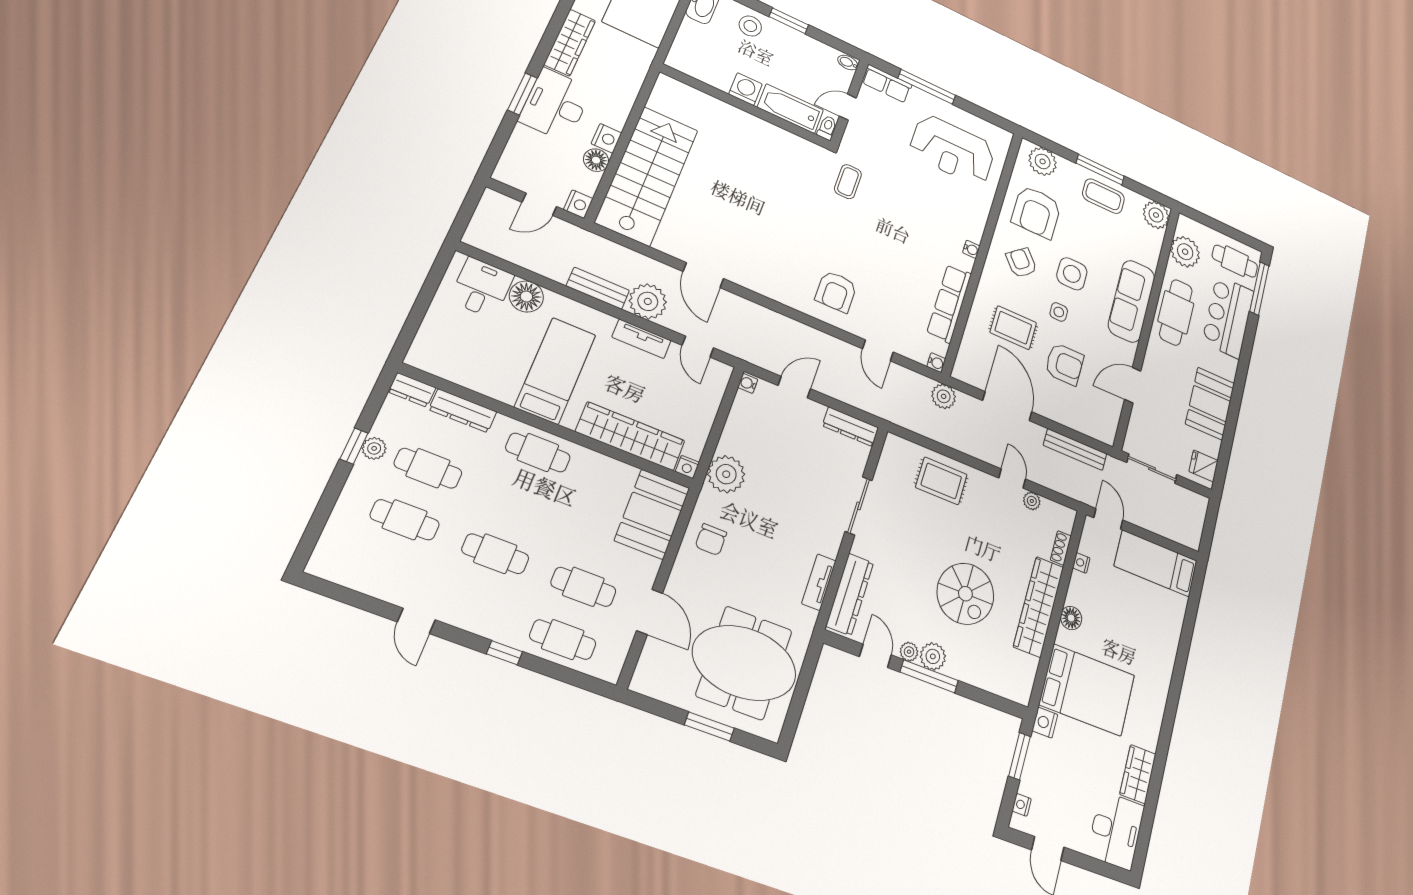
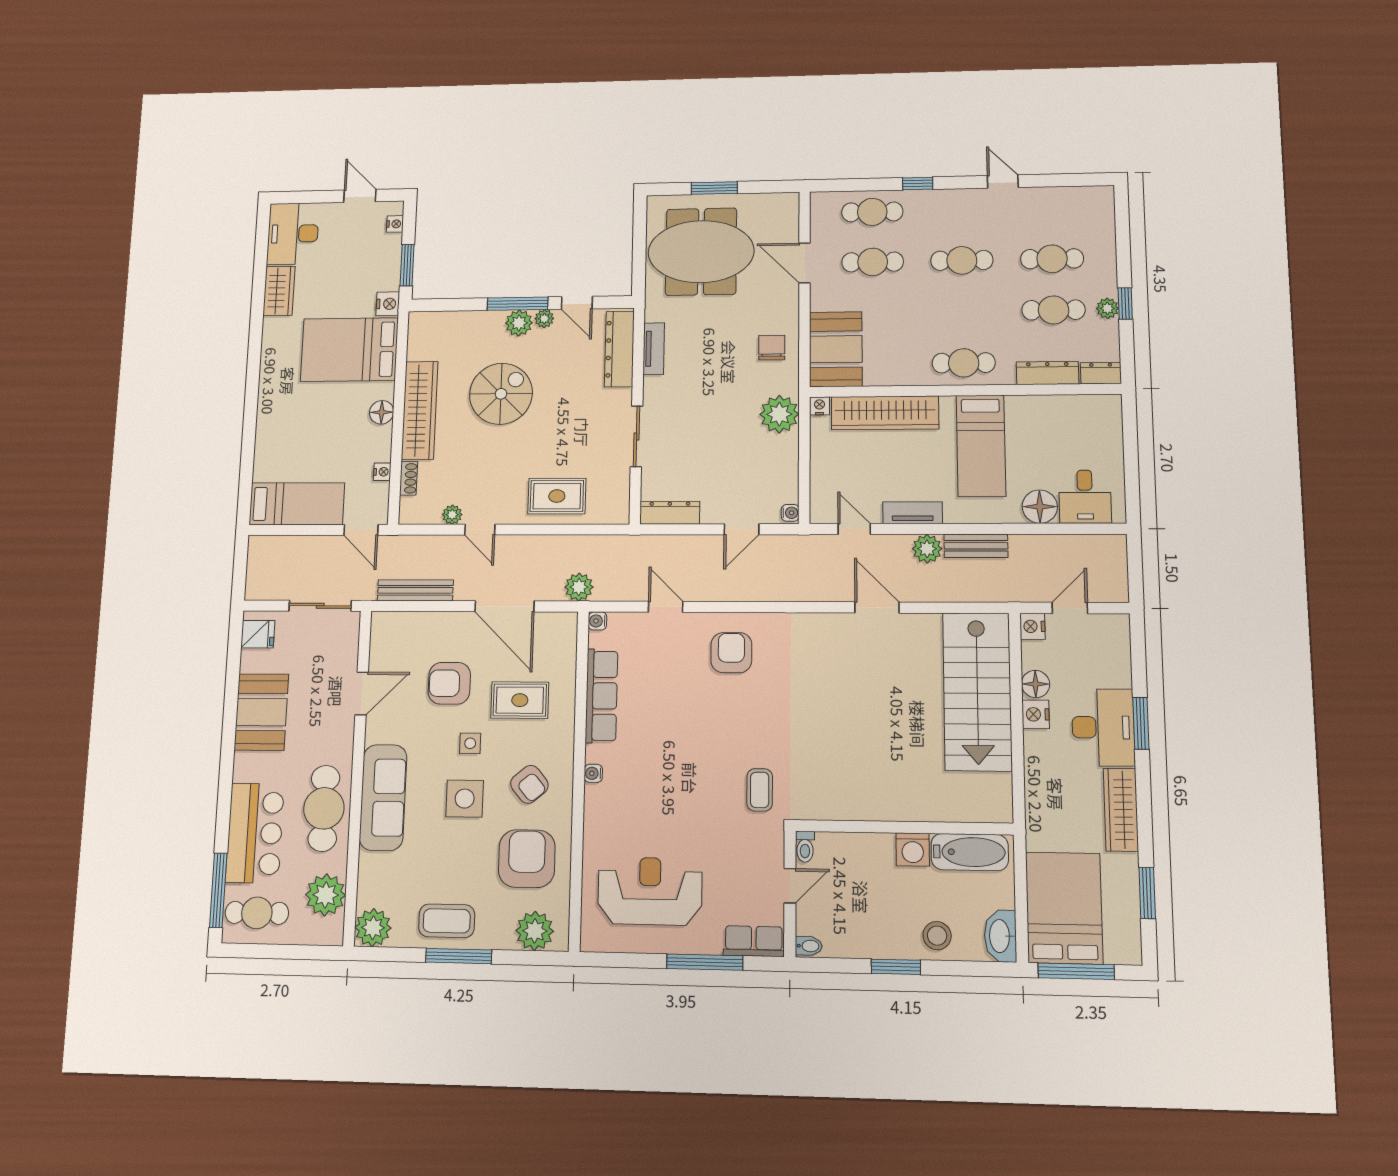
bathtub: (790, 109) -> (970, 852), moved
plant: (648, 301) -> (927, 549), width x0.73, depth x0.73
spiral stairs: (965, 594) -> (501, 394), turned 90

